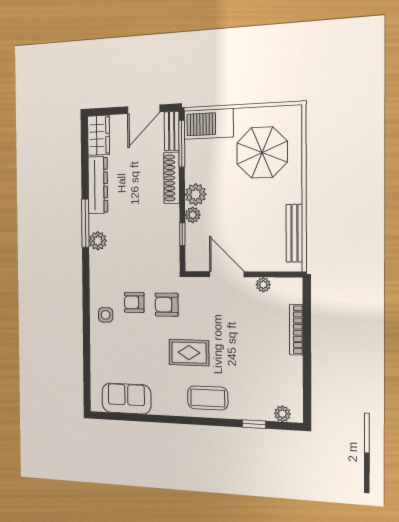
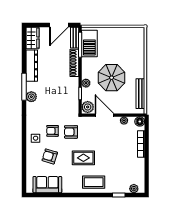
barbecue: (209, 124) -> (89, 43), moved, turned -90
parasol: (262, 153) -> (112, 78), moved
plant: (196, 194) -> (88, 107), moved
floor lamp: (293, 287) -> (140, 121), added
armchair: (130, 348) -> (50, 156), added

